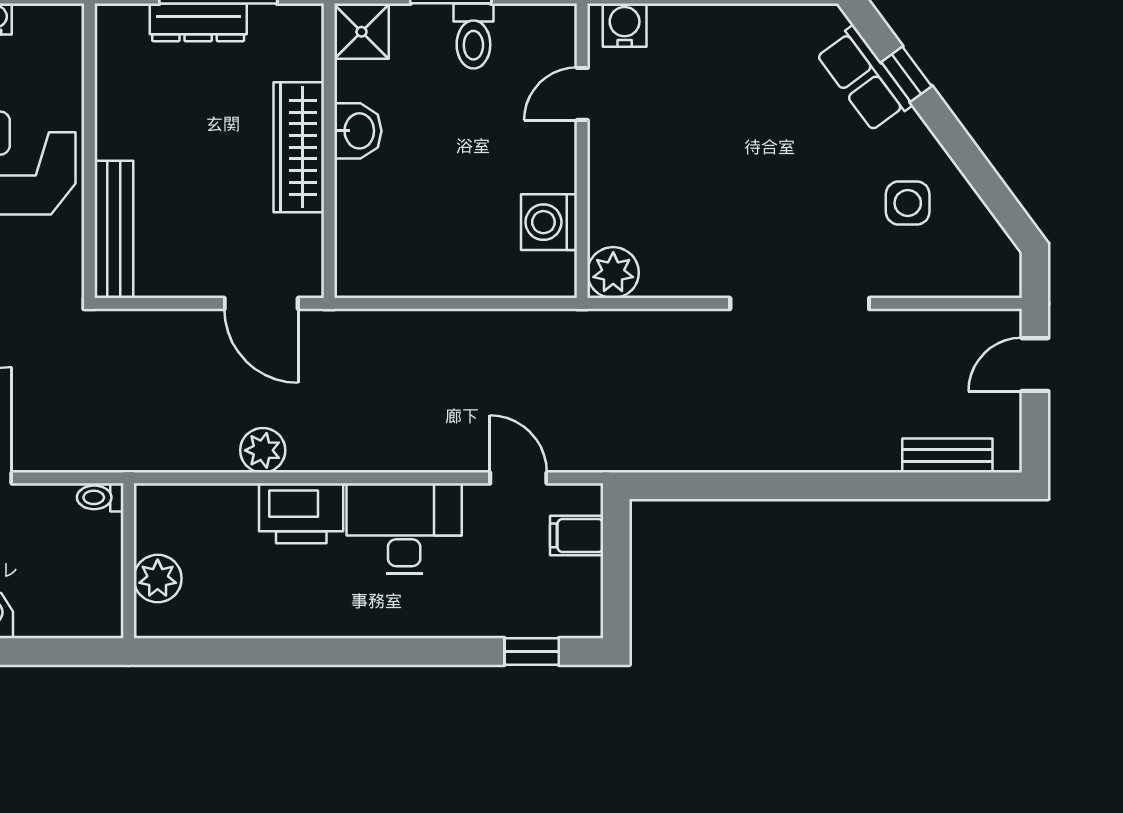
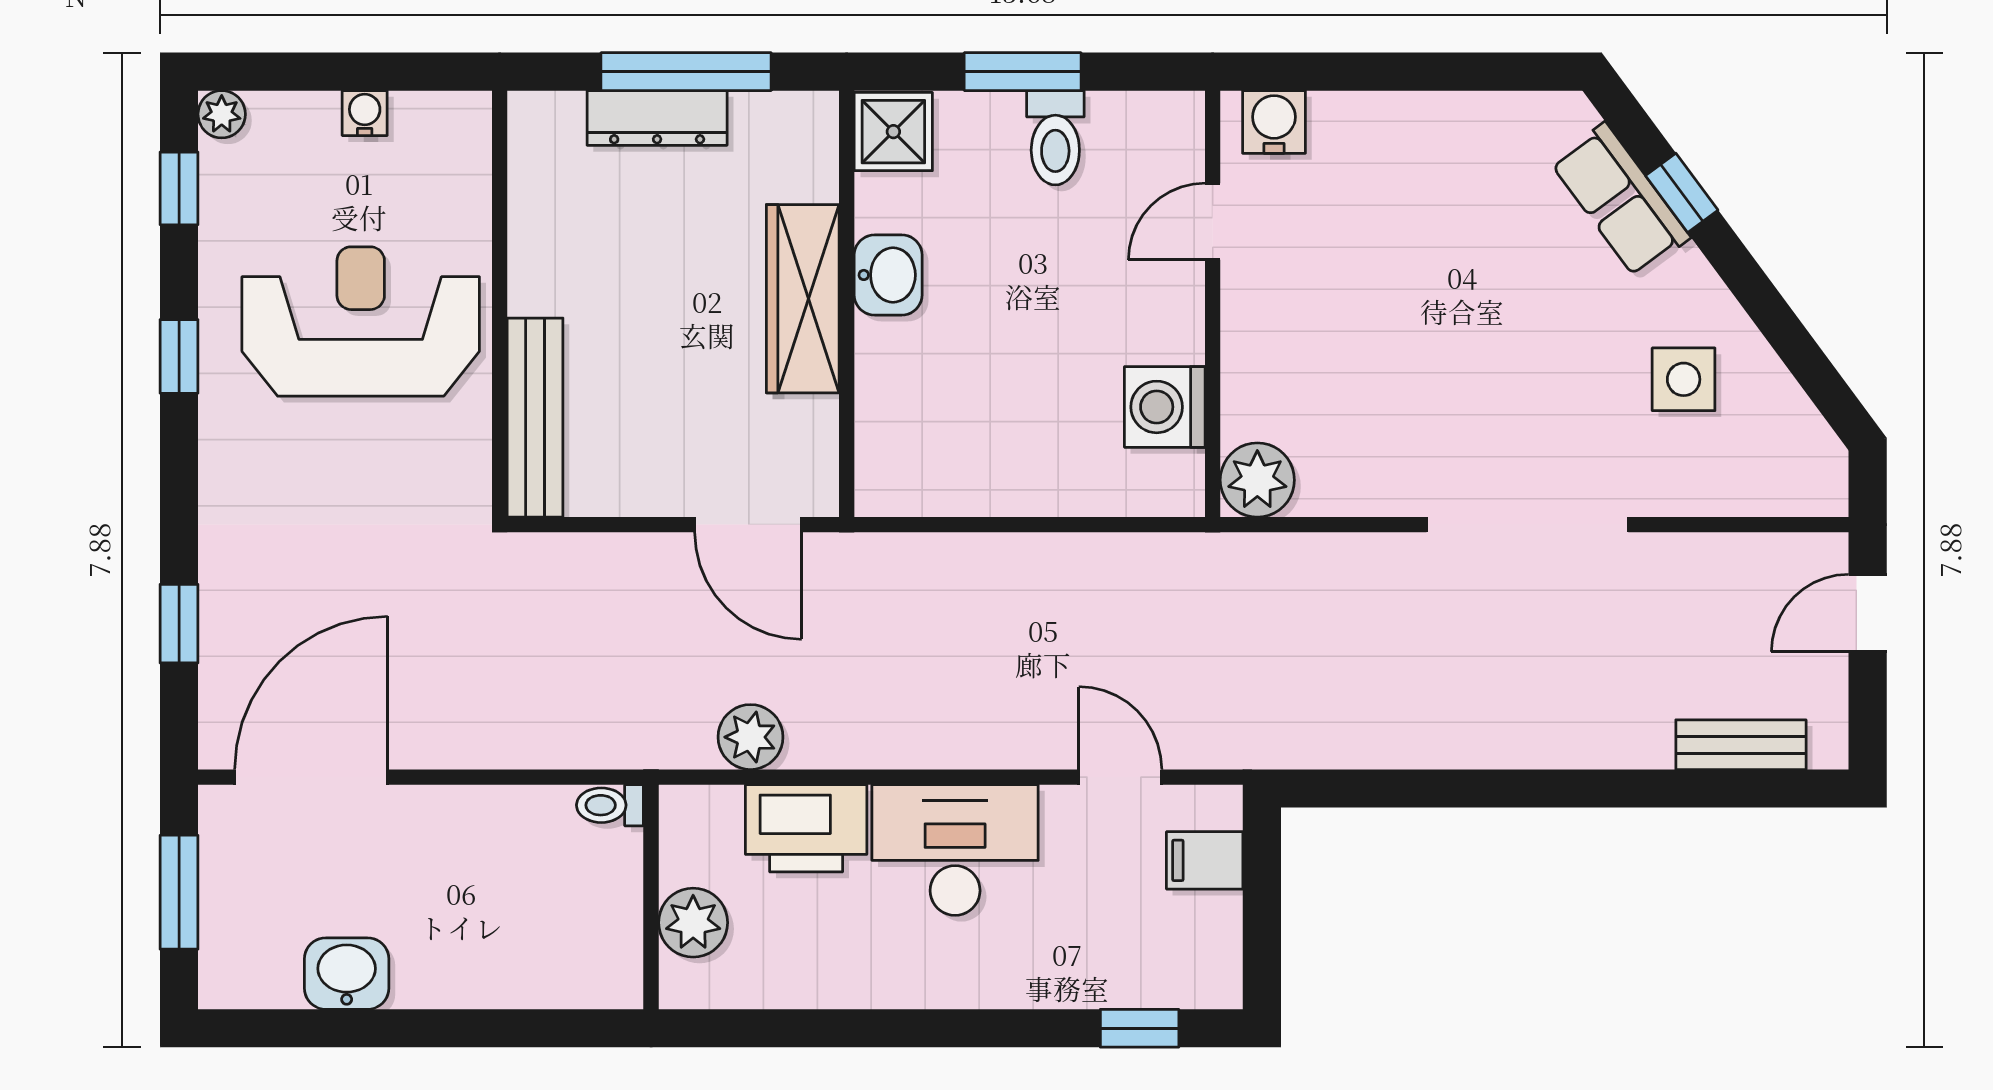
toilet: (100, 497) -> (610, 805), moved
wall: (129, 561) -> (651, 897), moved
plant: (158, 579) -> (693, 923), moved

